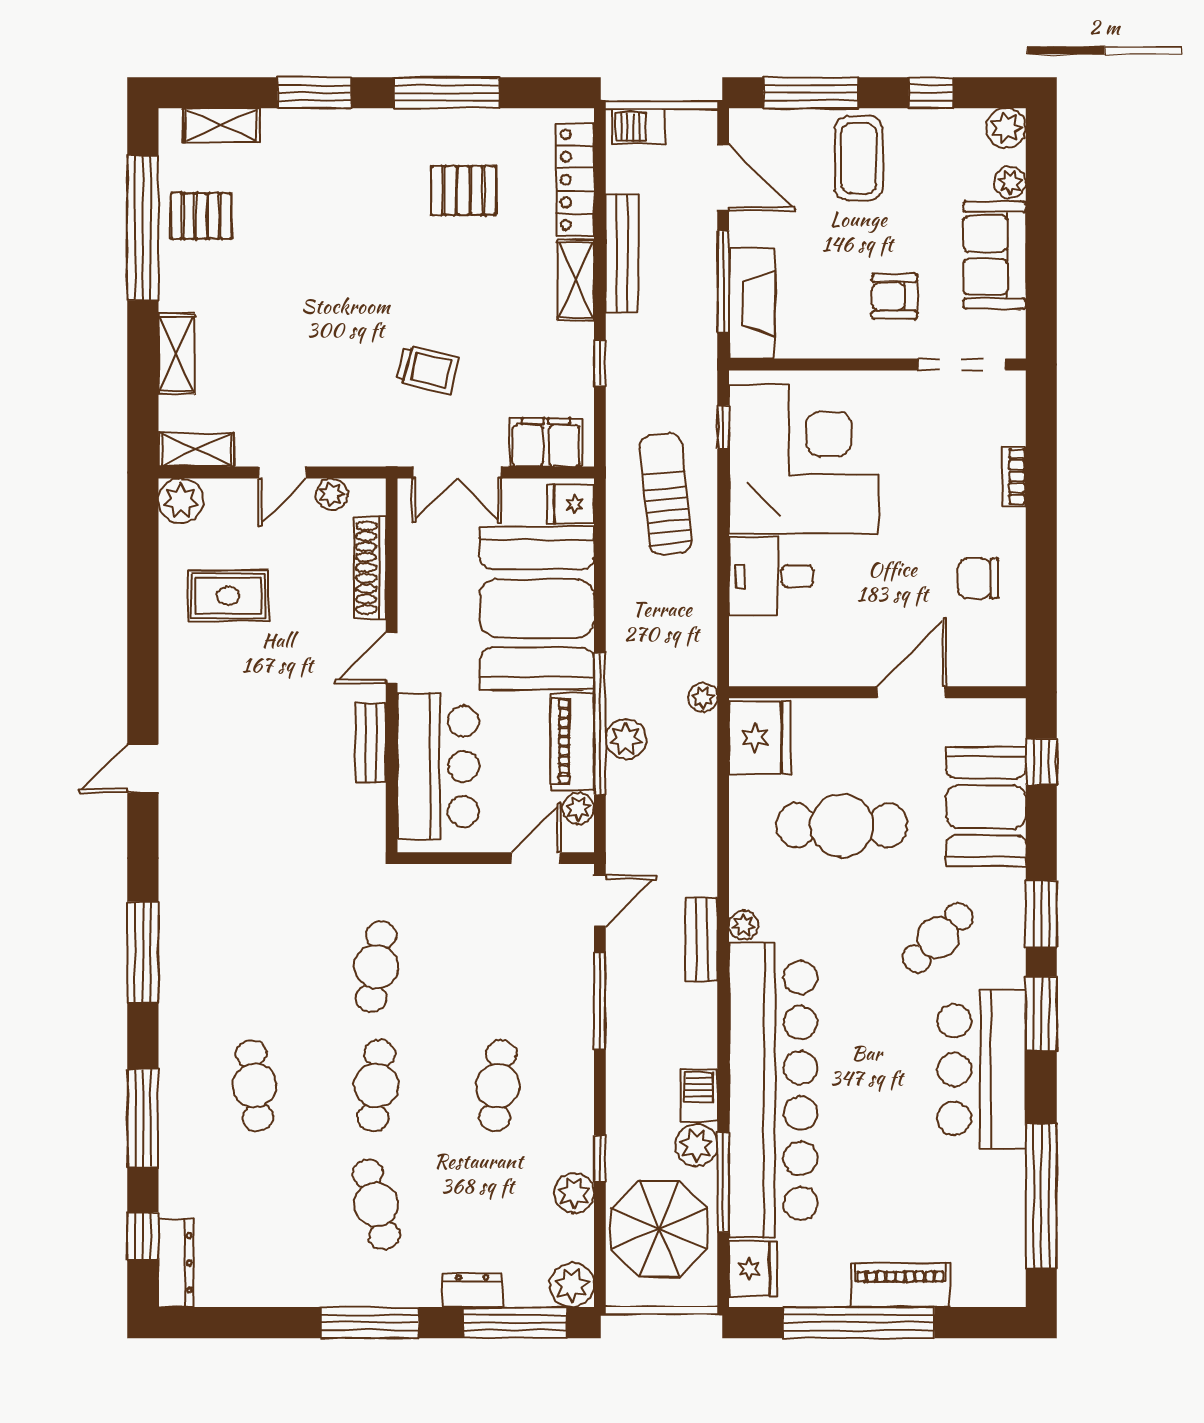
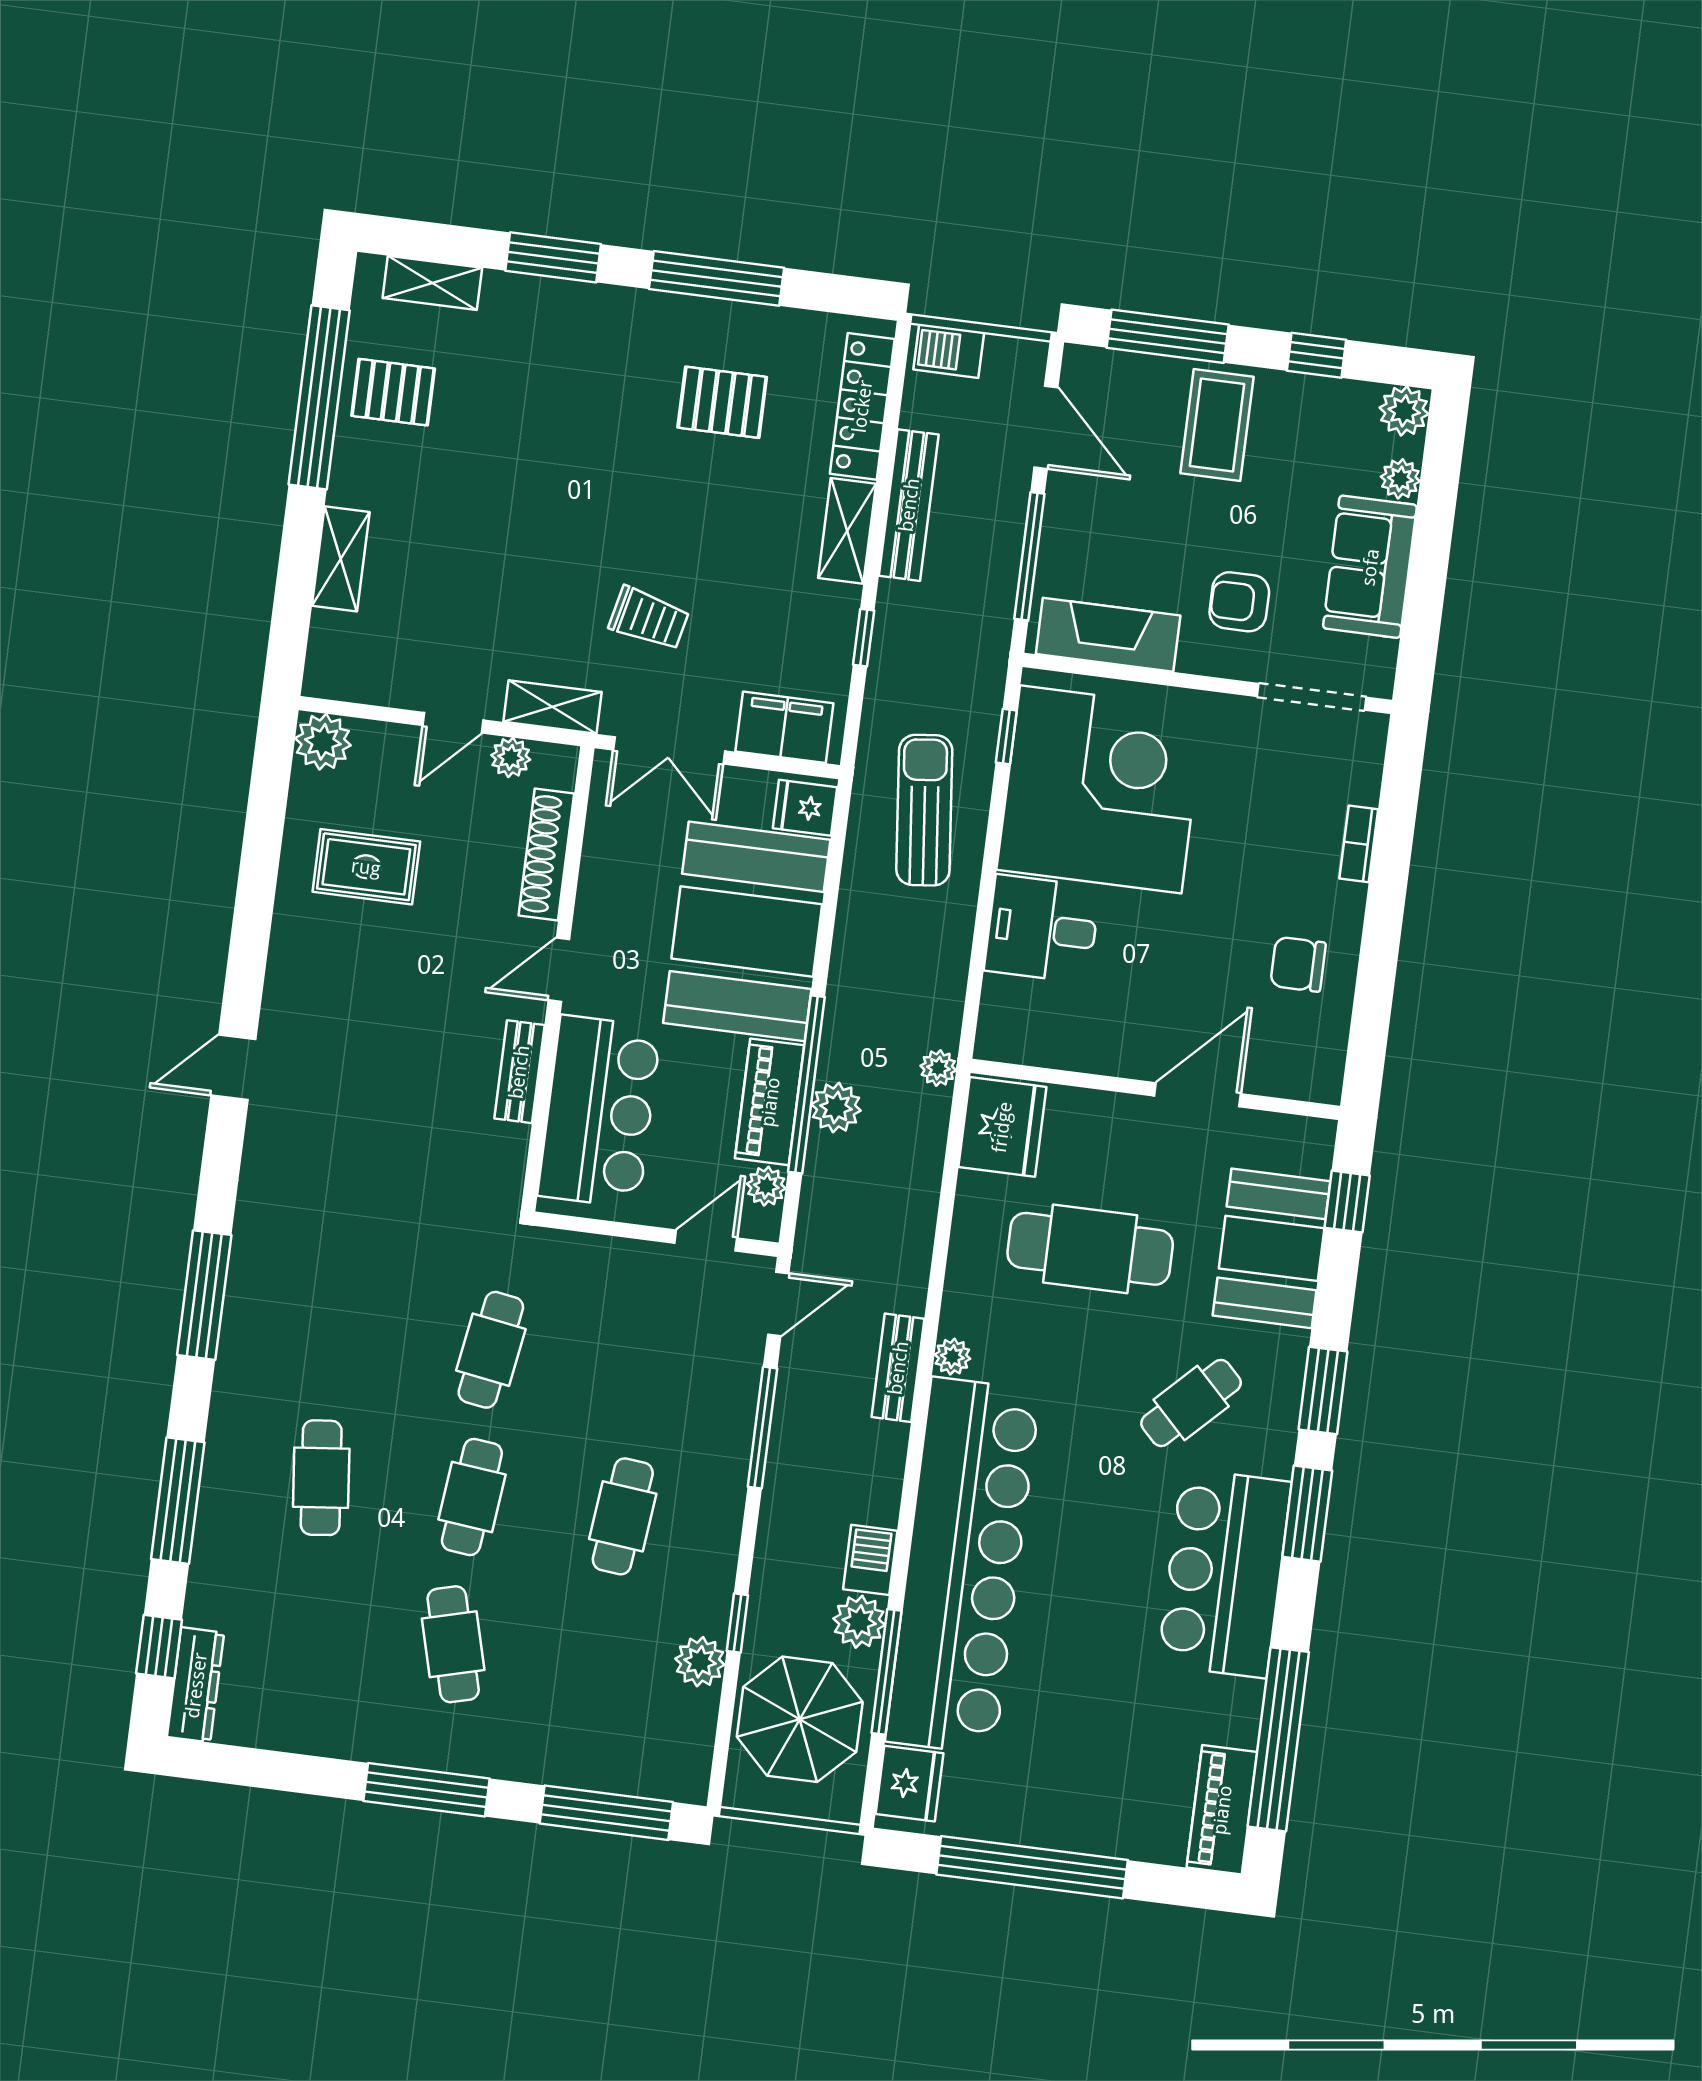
fireplace: (752, 303) -> (1108, 635), moved, turned -90
shelving: (196, 450) -> (553, 707), moved
plant: (572, 1285) -> (683, 1775), removed
piano: (900, 1285) -> (1222, 1810), moved, turned -90
dresser: (472, 1290) -> (558, 1766), removed

